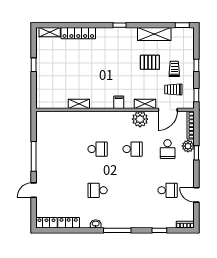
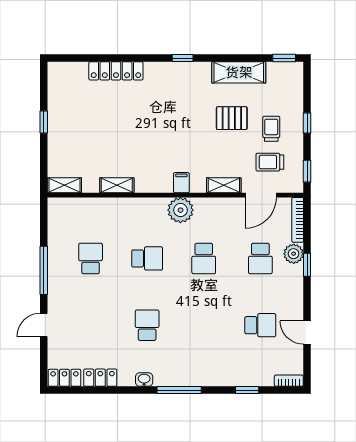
shelving: (50, 32) -> (64, 185), moved
plant: (140, 119) -> (180, 210), moved
school desk: (63, 149) -> (91, 258), added
school desk: (133, 149) -> (204, 258), turned 90
school desk: (98, 190) -> (147, 325), turned 90

